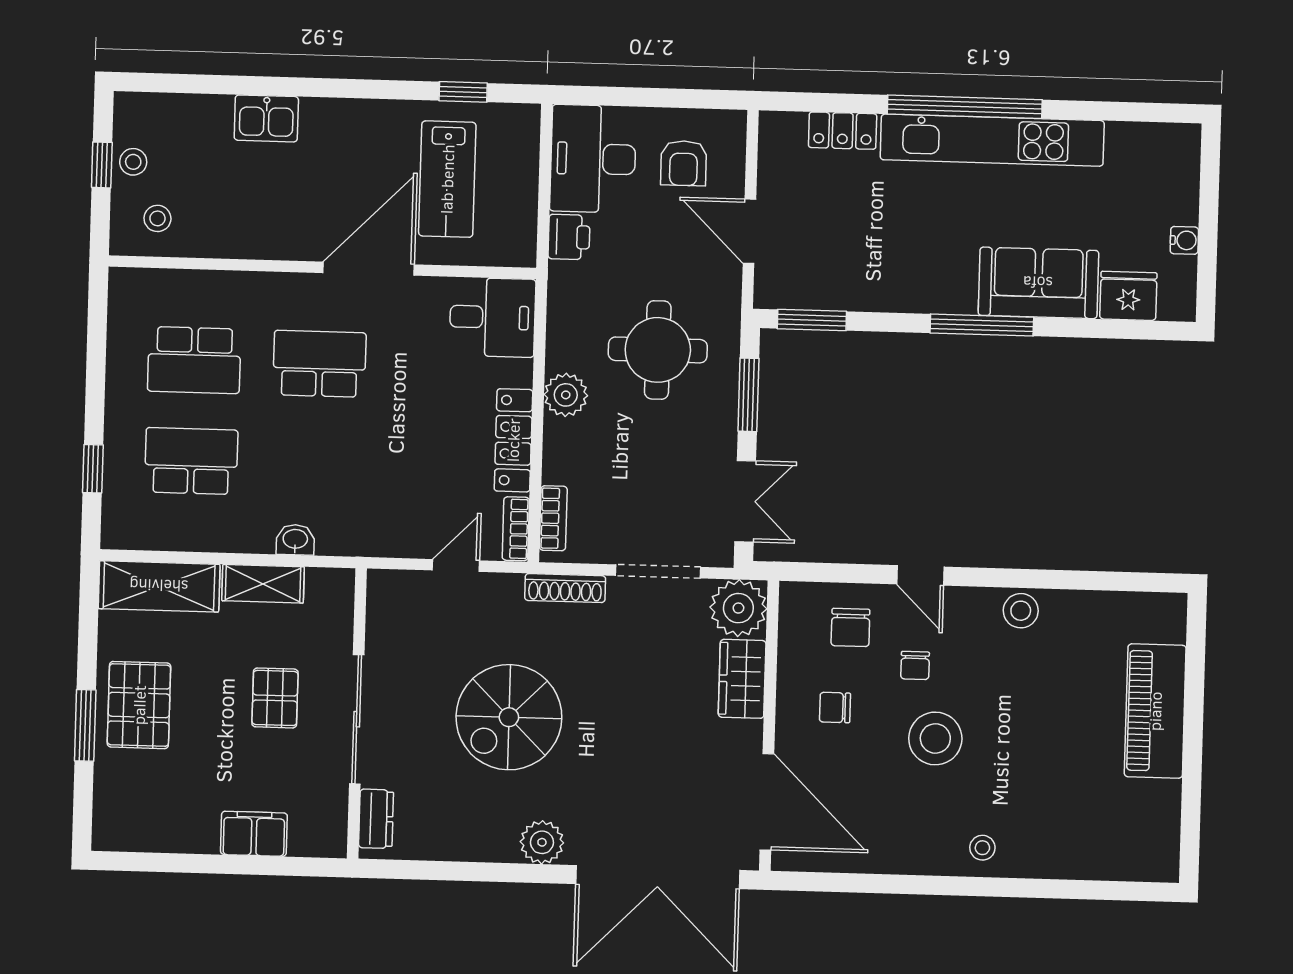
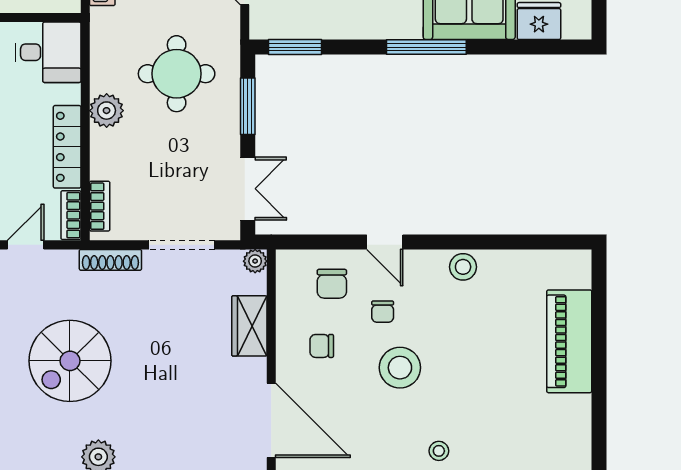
plant: (738, 608) -> (255, 261), width x0.53, depth x0.53

